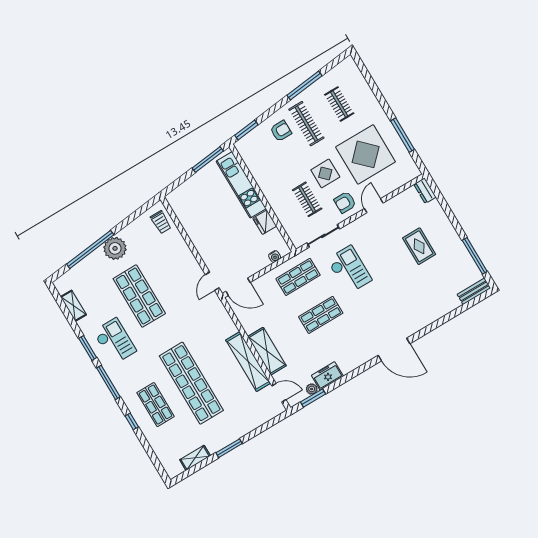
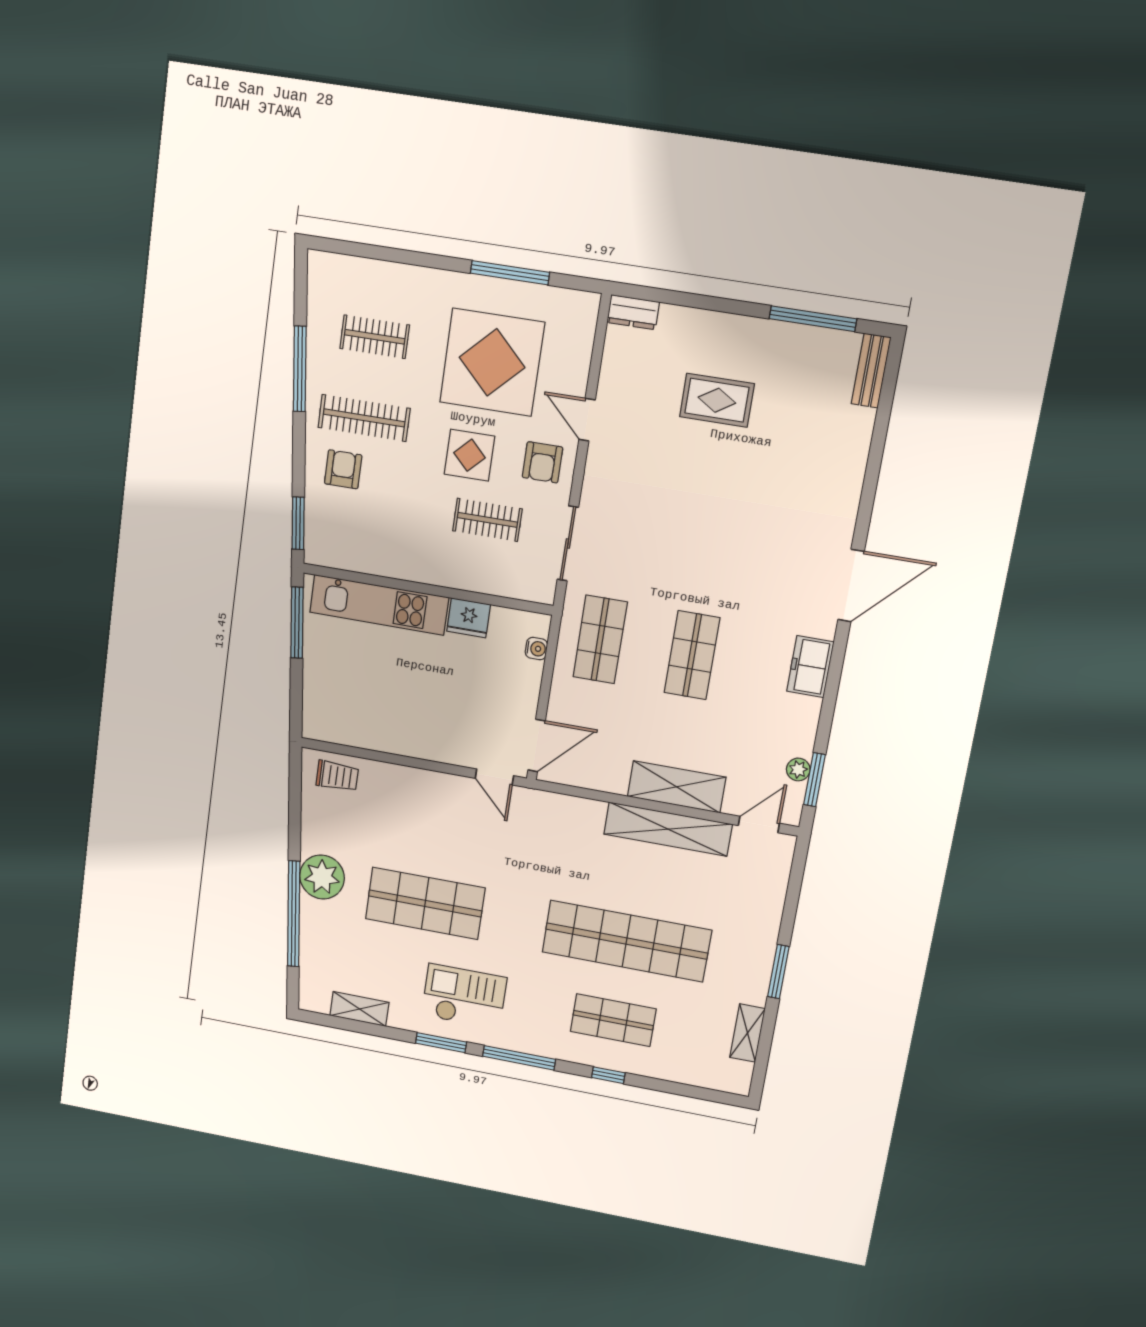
checkout: (349, 270) -> (658, 548), removed
freezer: (327, 376) -> (810, 667), moved

